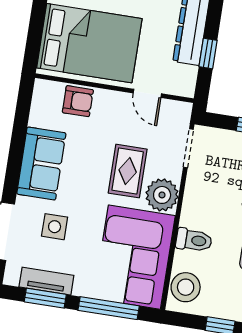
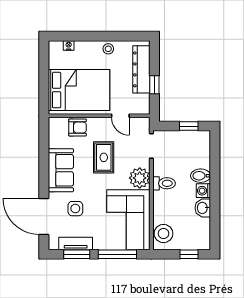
rug: (128, 171) -> (104, 157), moved
toilet: (194, 240) -> (164, 183), moved

